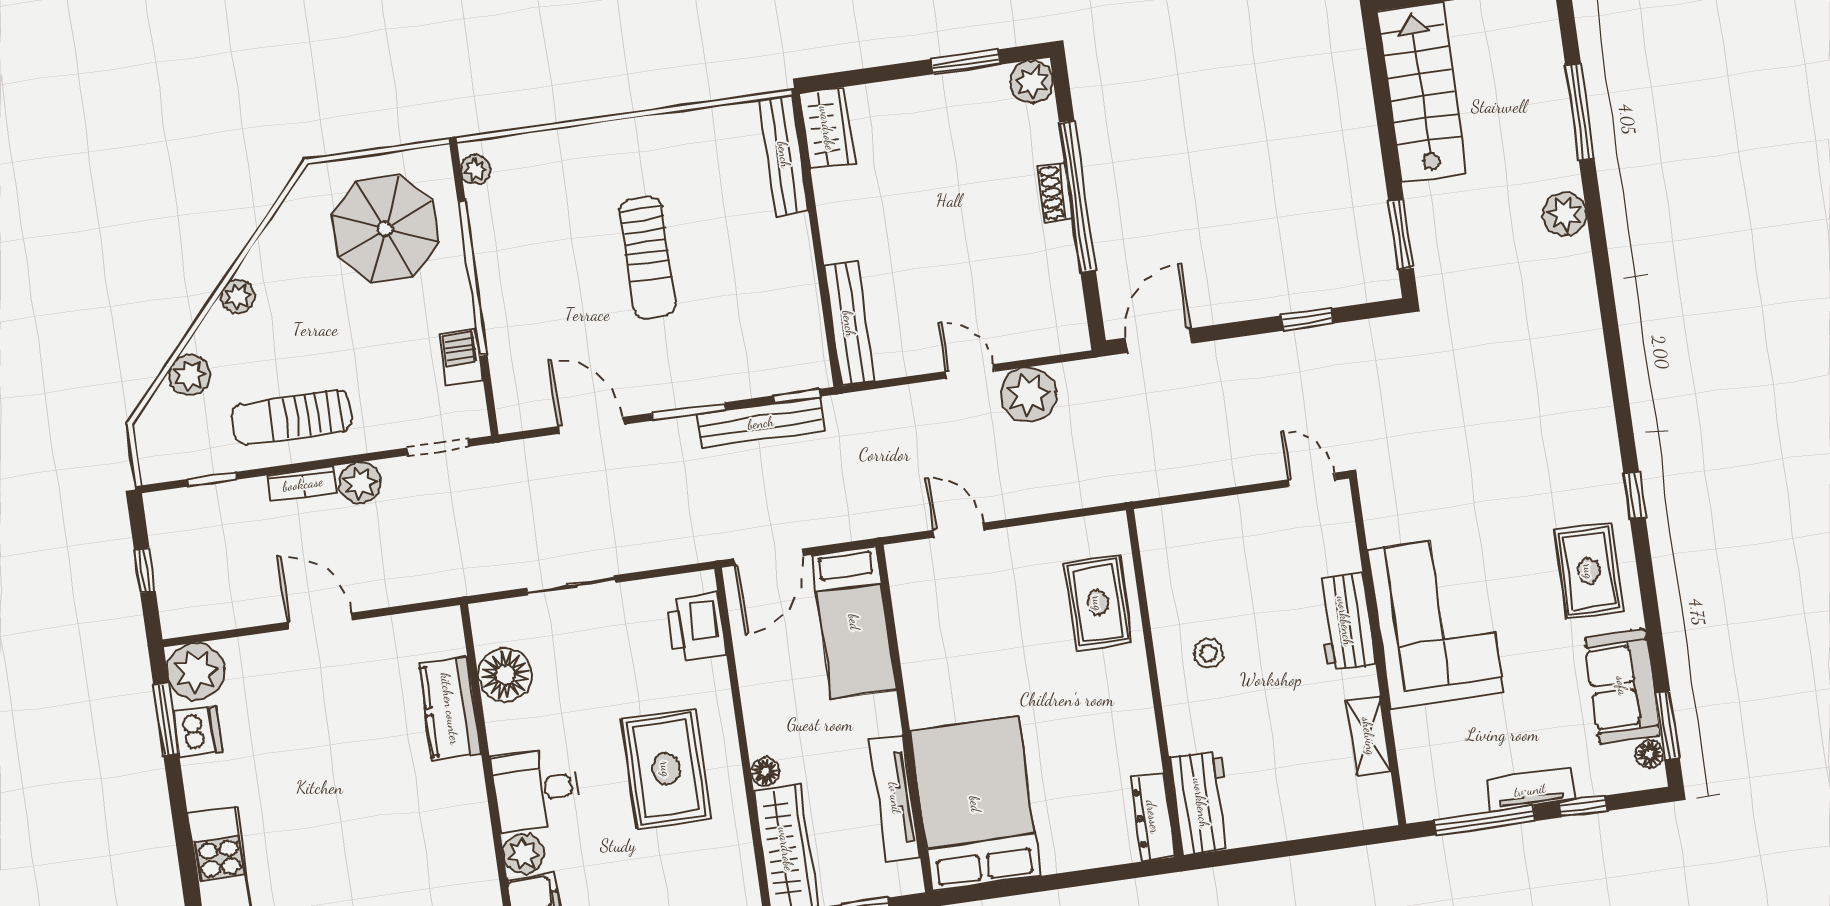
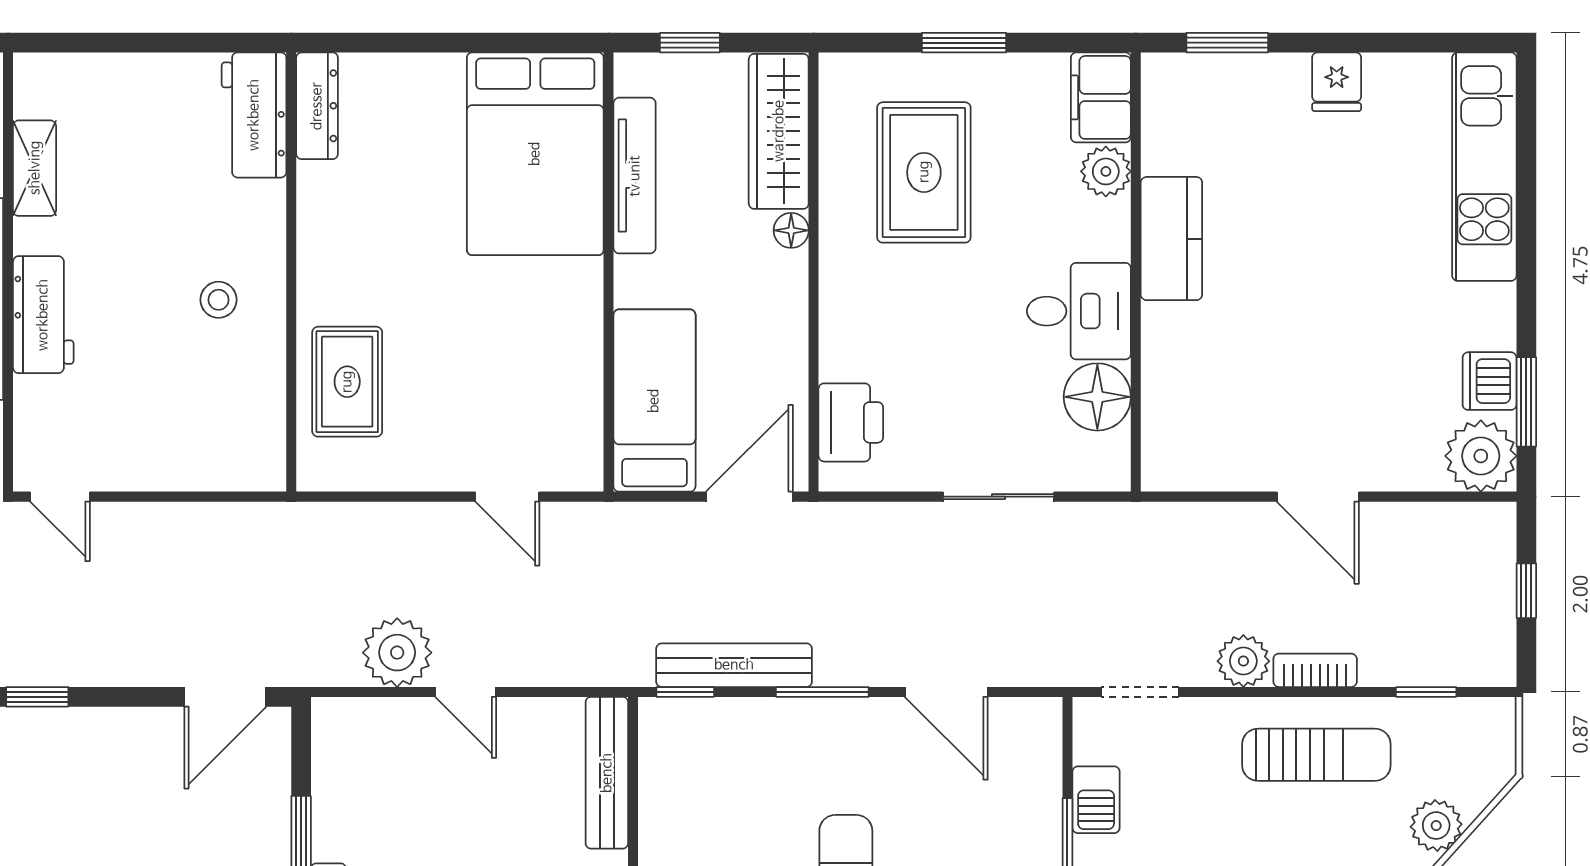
kitchen counter: (450, 709) -> (1171, 239), moved
rug: (666, 769) -> (924, 172), moved
desk: (536, 790) -> (1079, 311), moved

